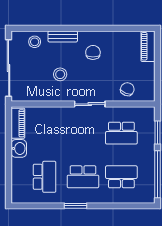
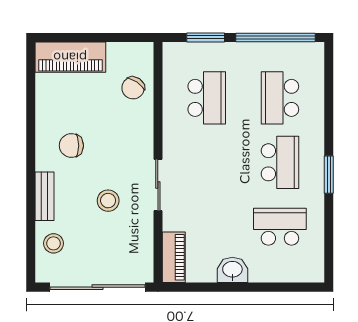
piano: (148, 46) -> (70, 57), width x1.37, depth x1.33
chair: (127, 89) -> (133, 88), turned -78
sliding door: (90, 104) -> (158, 185), moved
piano: (18, 123) -> (174, 257), moved, turned 90

